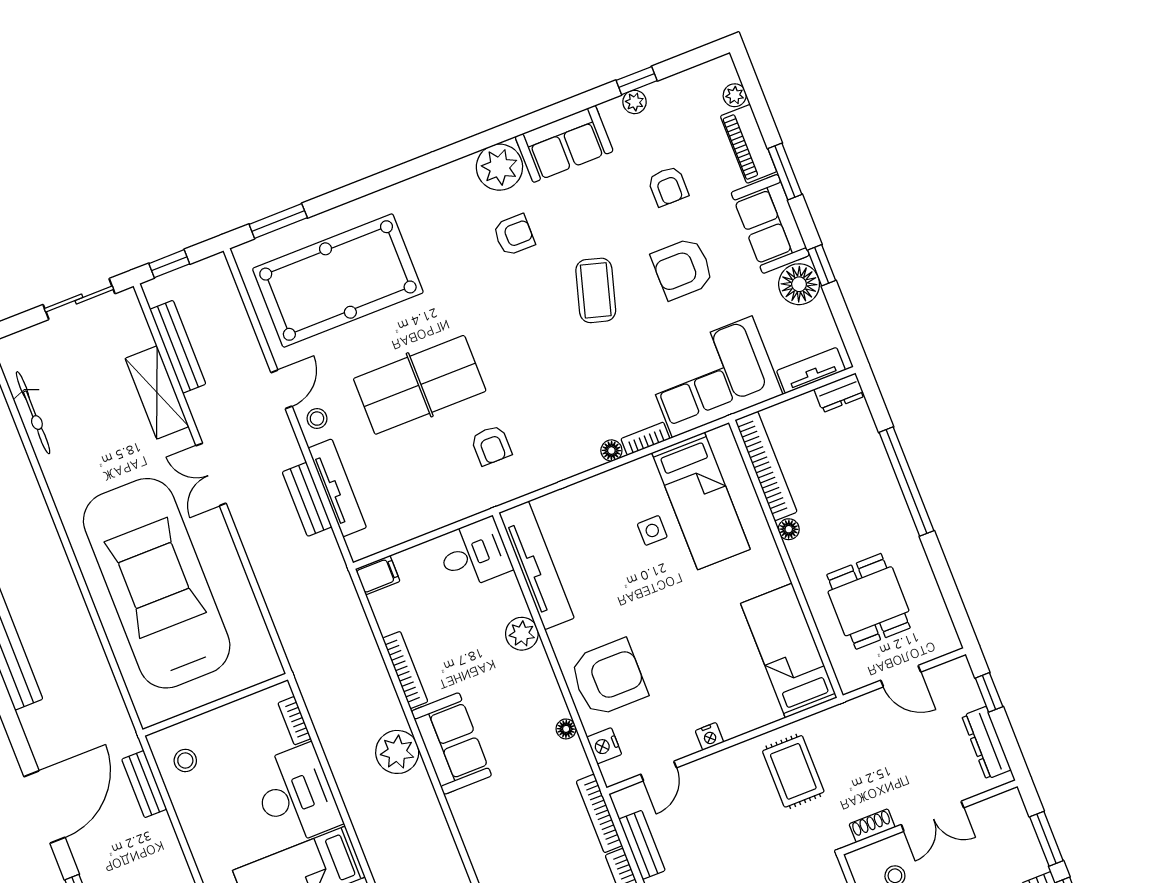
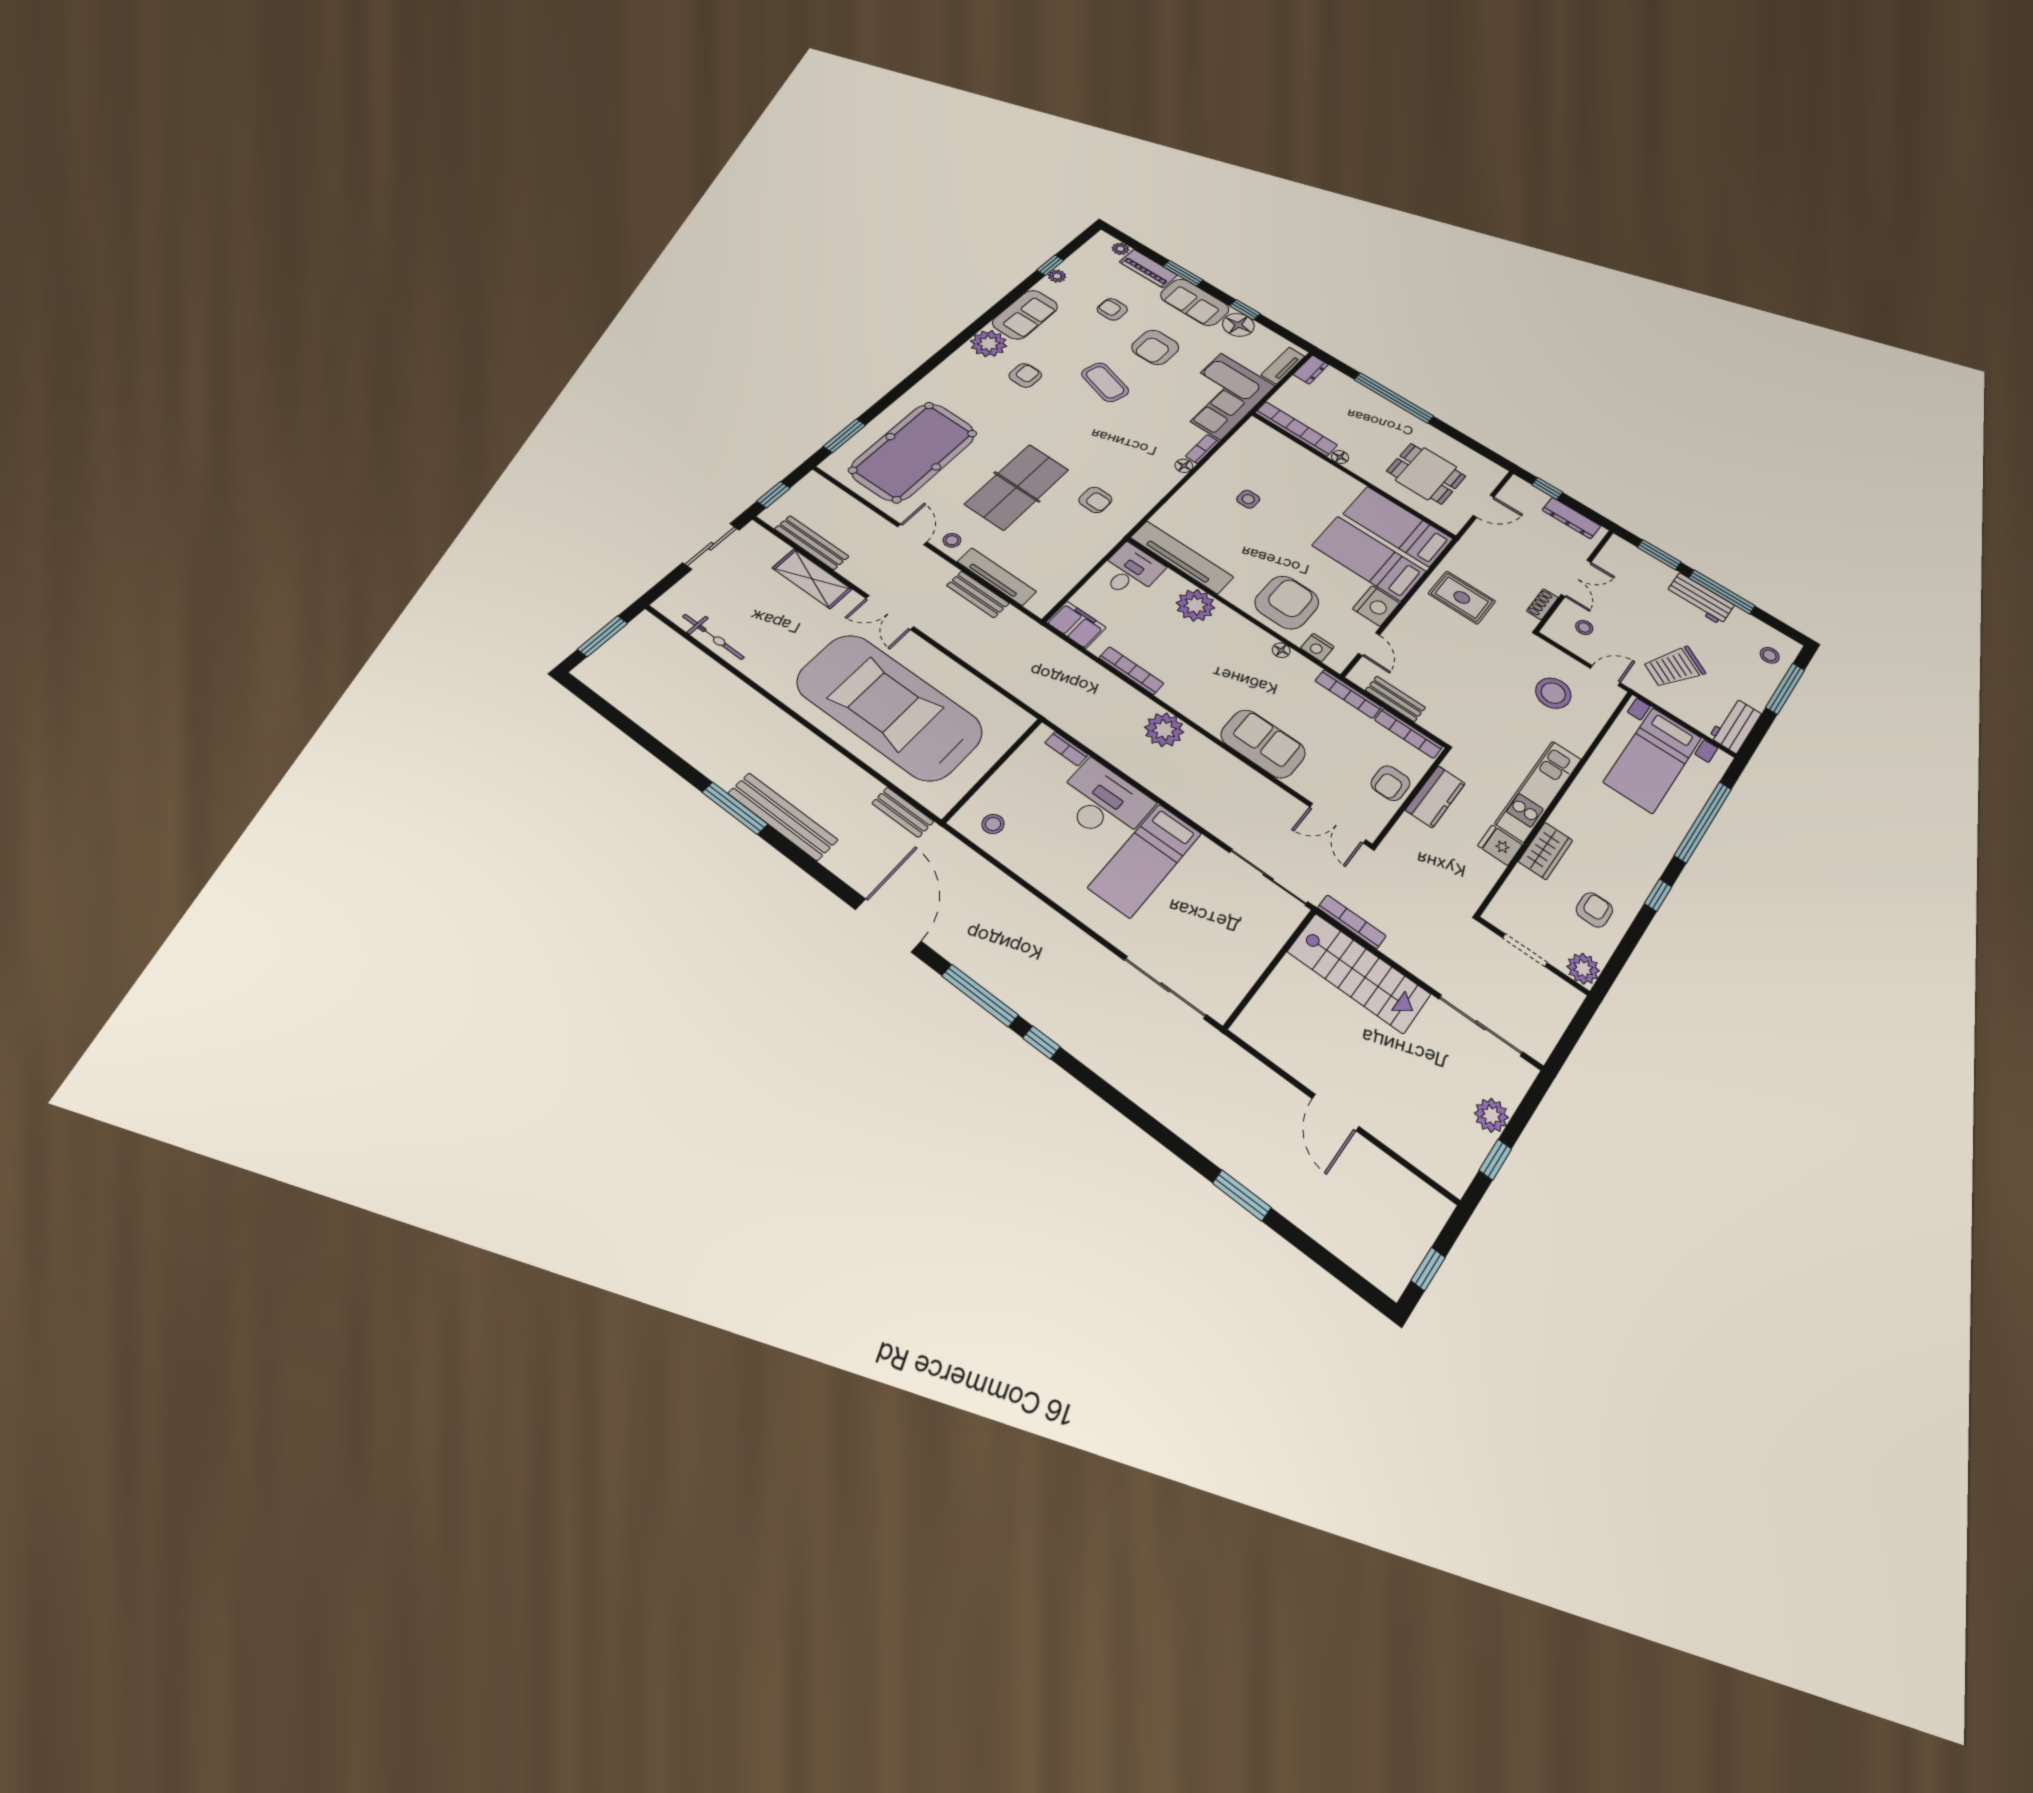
armchair: (668, 186) -> (1112, 309), turned 180
bed: (701, 501) -> (1369, 558), moved, turned 180
filing cabinet: (378, 575) -> (1076, 625), width x2.00
plant: (522, 634) -> (1195, 605), width x1.36, depth x1.36
nightstand: (709, 736) -> (1376, 606), width x1.89, depth x1.79
sofa: (451, 744) -> (1263, 744), moved
bench: (144, 784) -> (903, 812), moved

